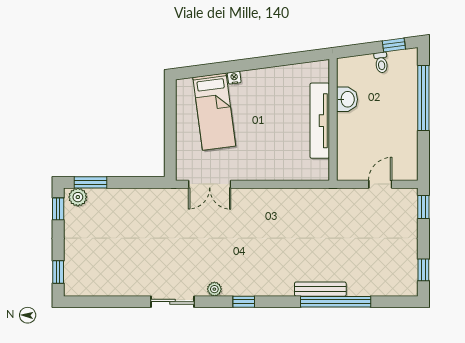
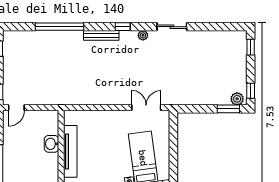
washbasin: (347, 99) -> (51, 144), moved
door: (380, 184) -> (16, 108), moved
bench: (320, 289) -> (101, 35), moved

